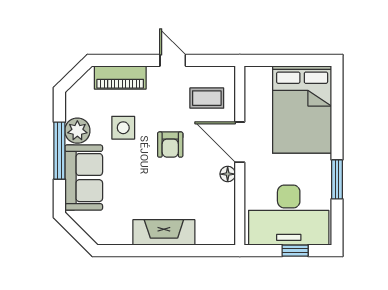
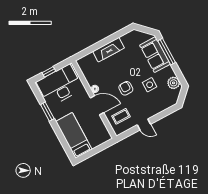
piano: (120, 77) -> (162, 105), removed
bed: (302, 110) -> (74, 135), width x0.67
plant: (77, 131) -> (174, 83), moved
window: (59, 151) -> (167, 52), moved

